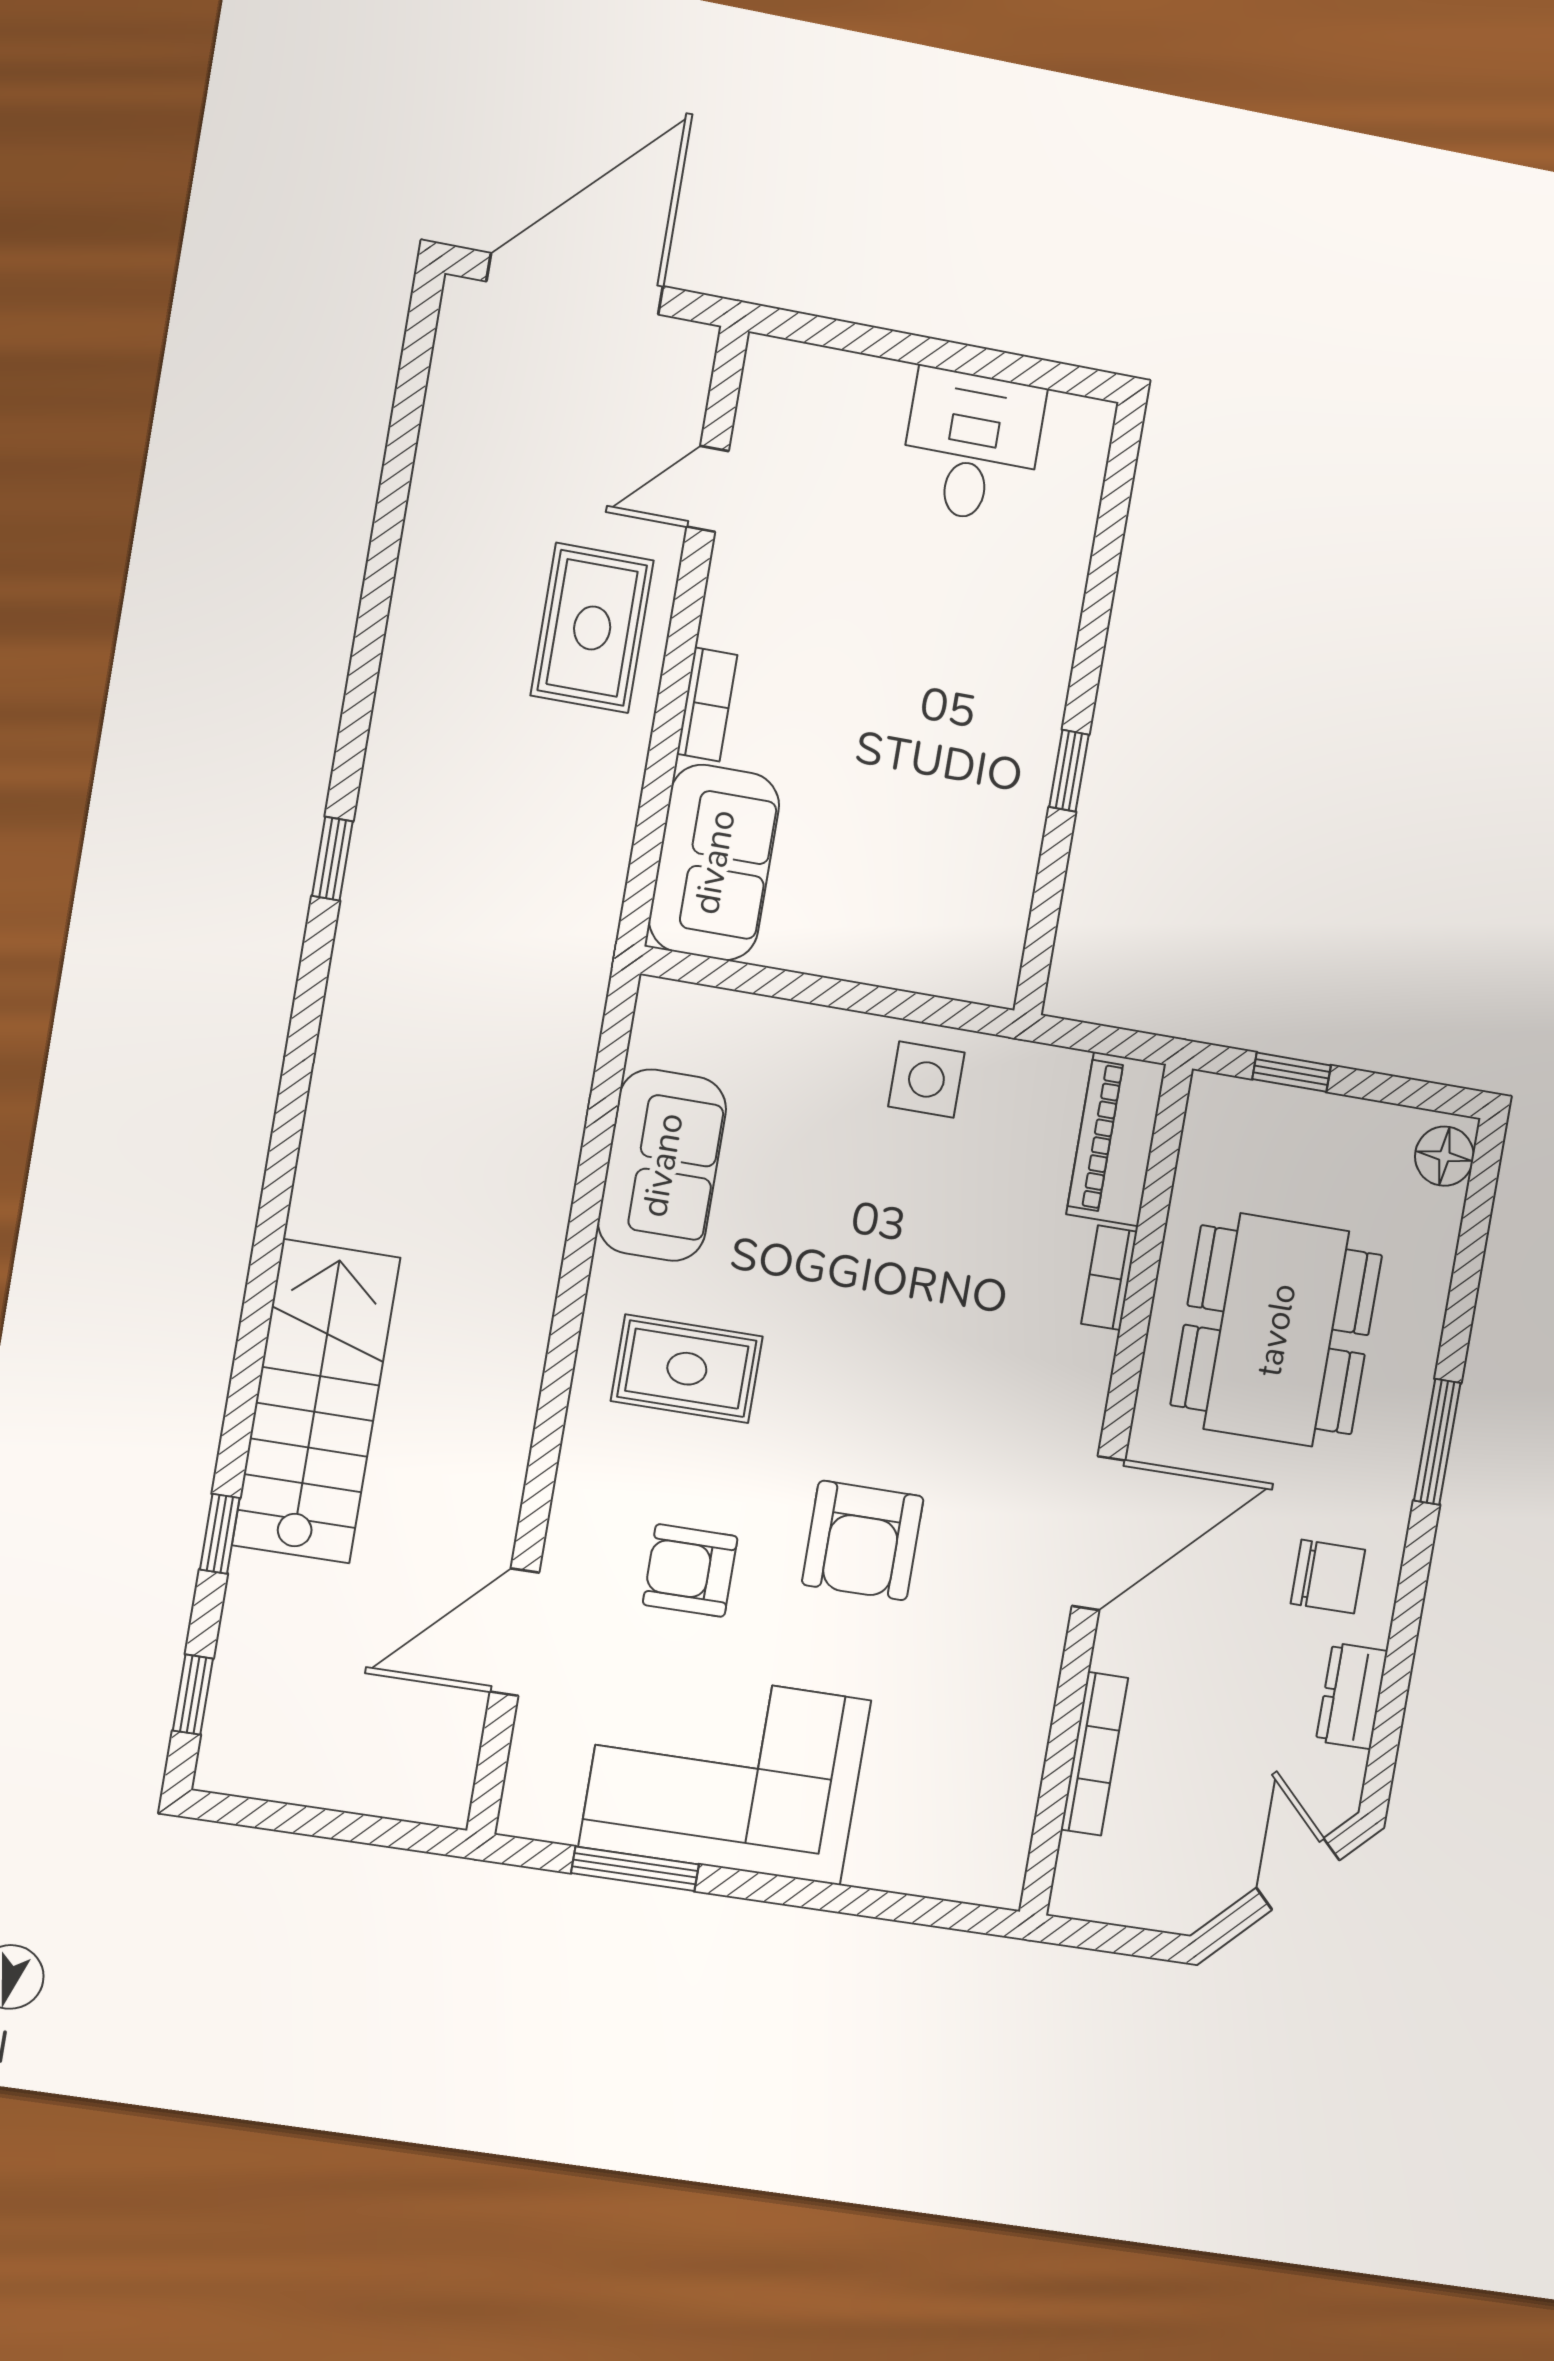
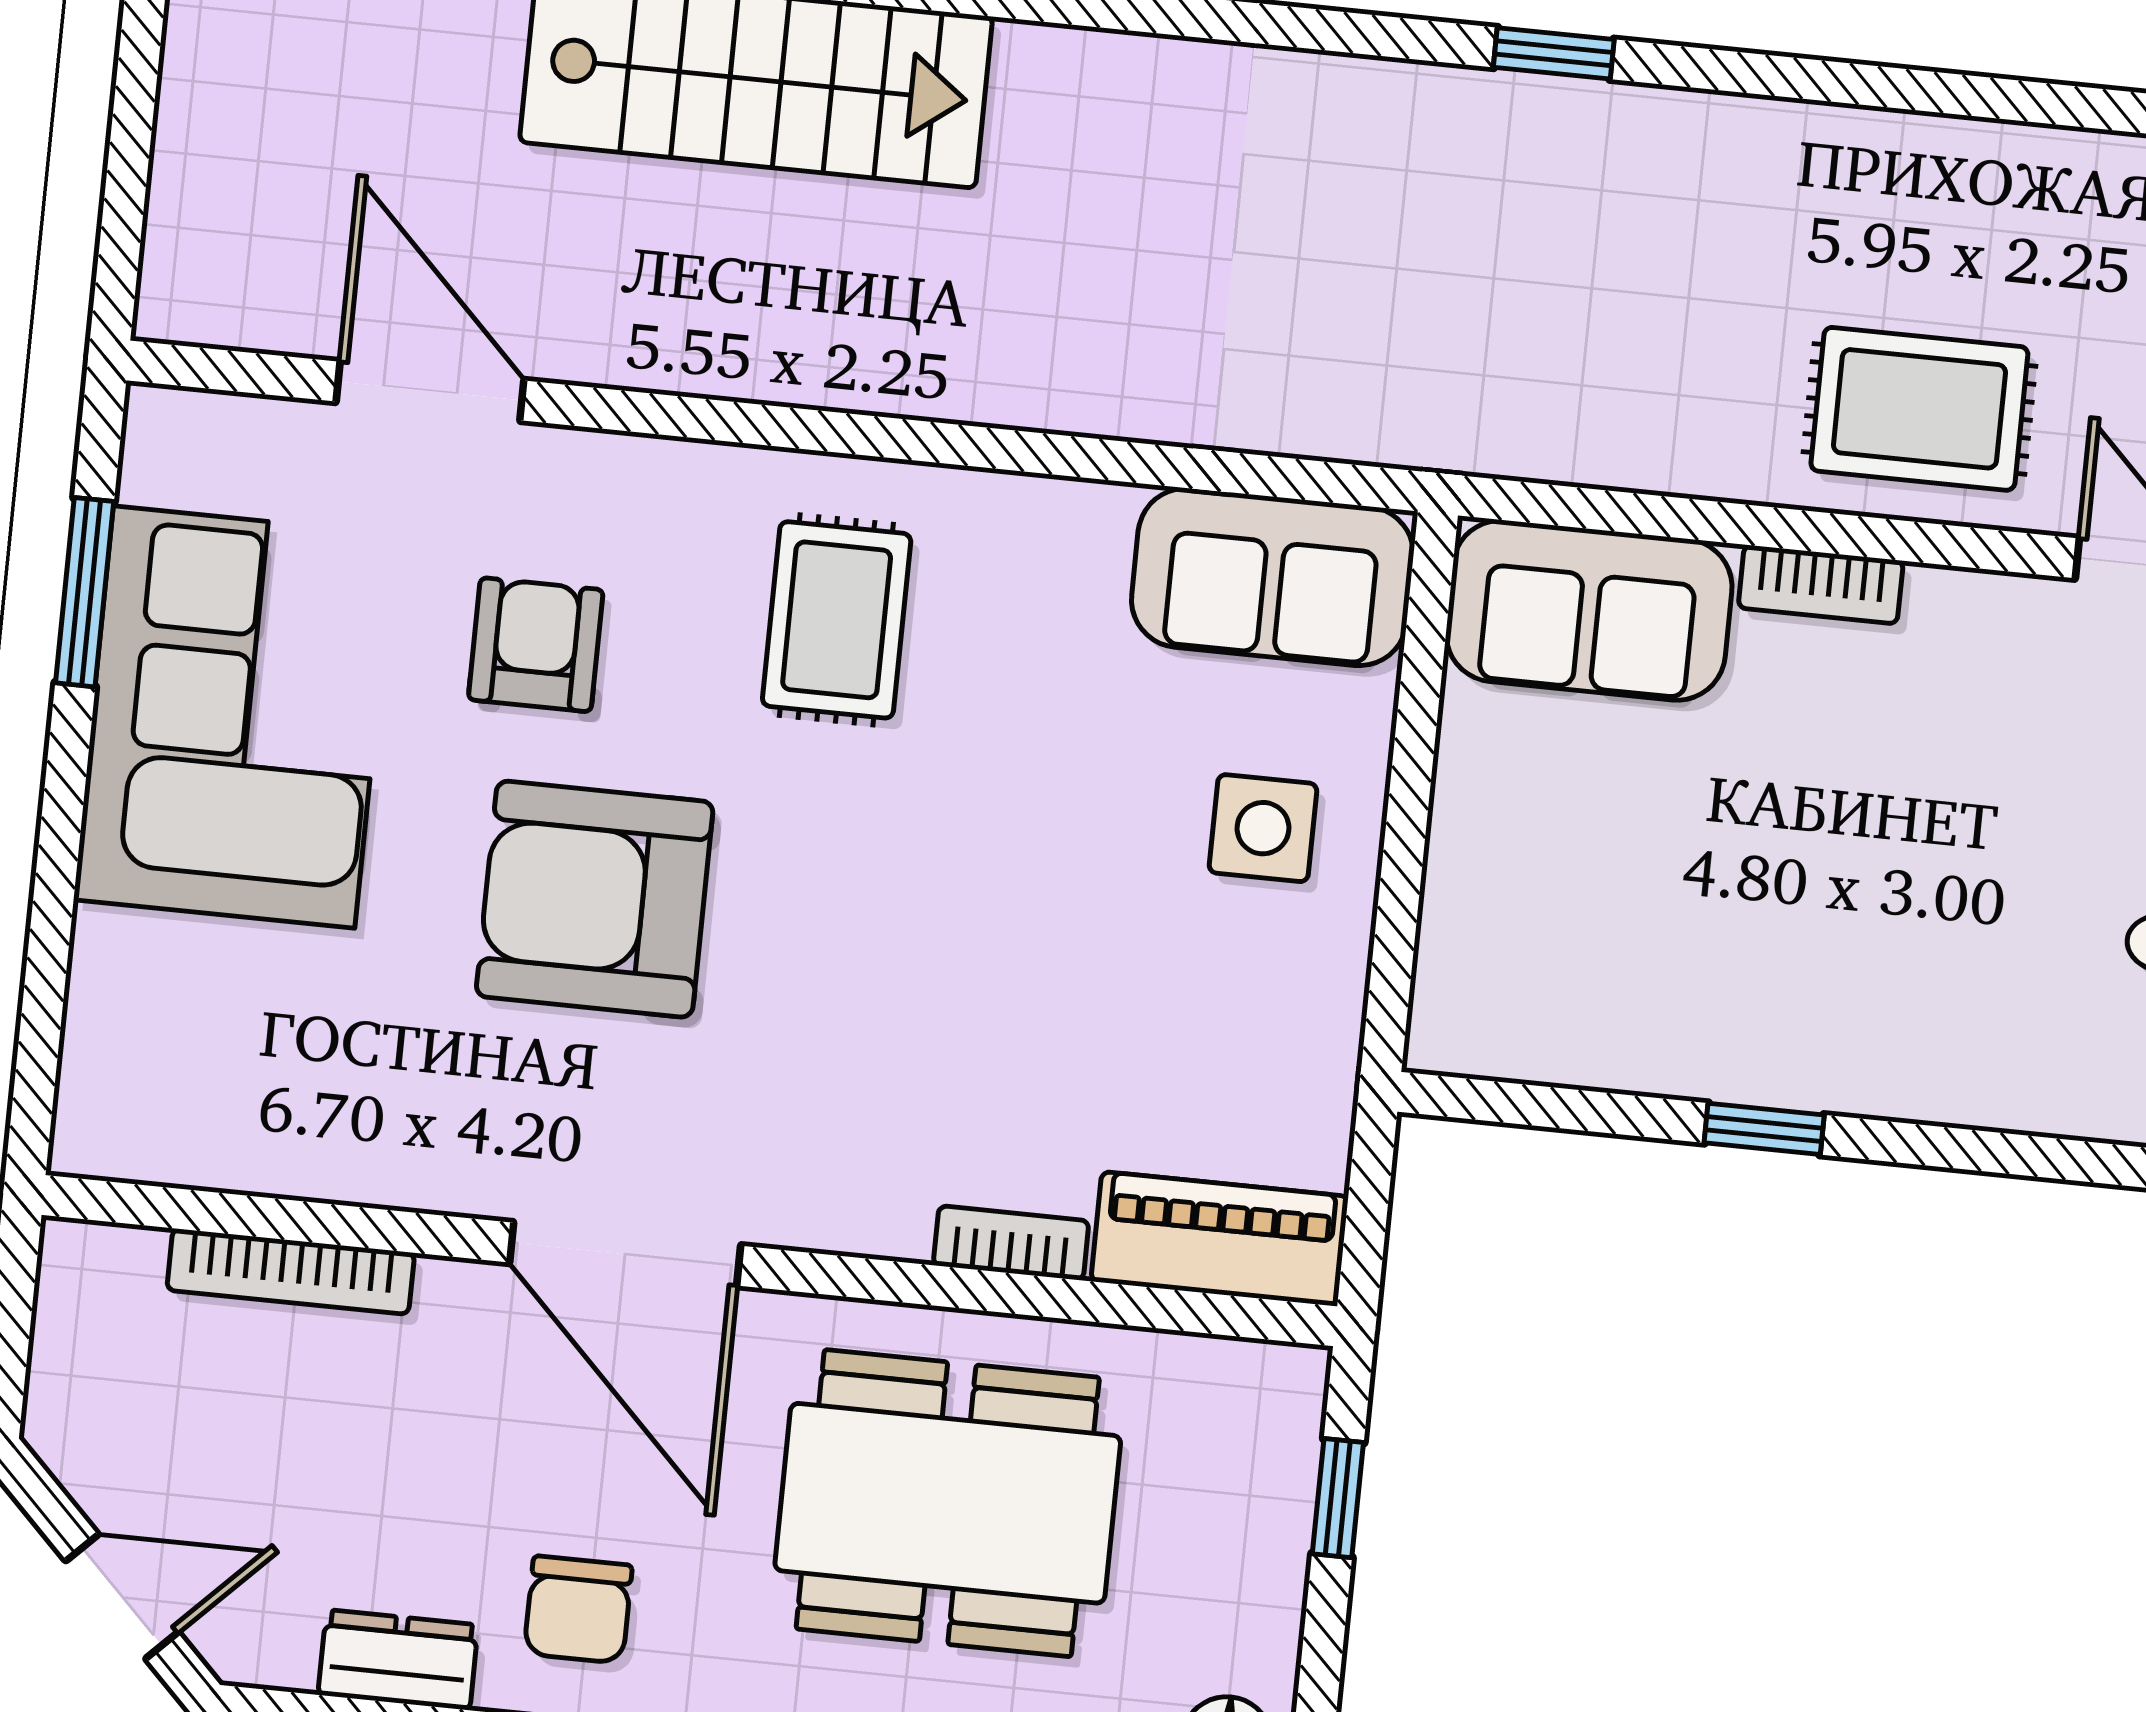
side table: (926, 1079) -> (1263, 828), moved
sofa: (662, 1165) -> (1272, 577), moved
armchair: (863, 1540) -> (595, 899), width x1.36, depth x1.36

